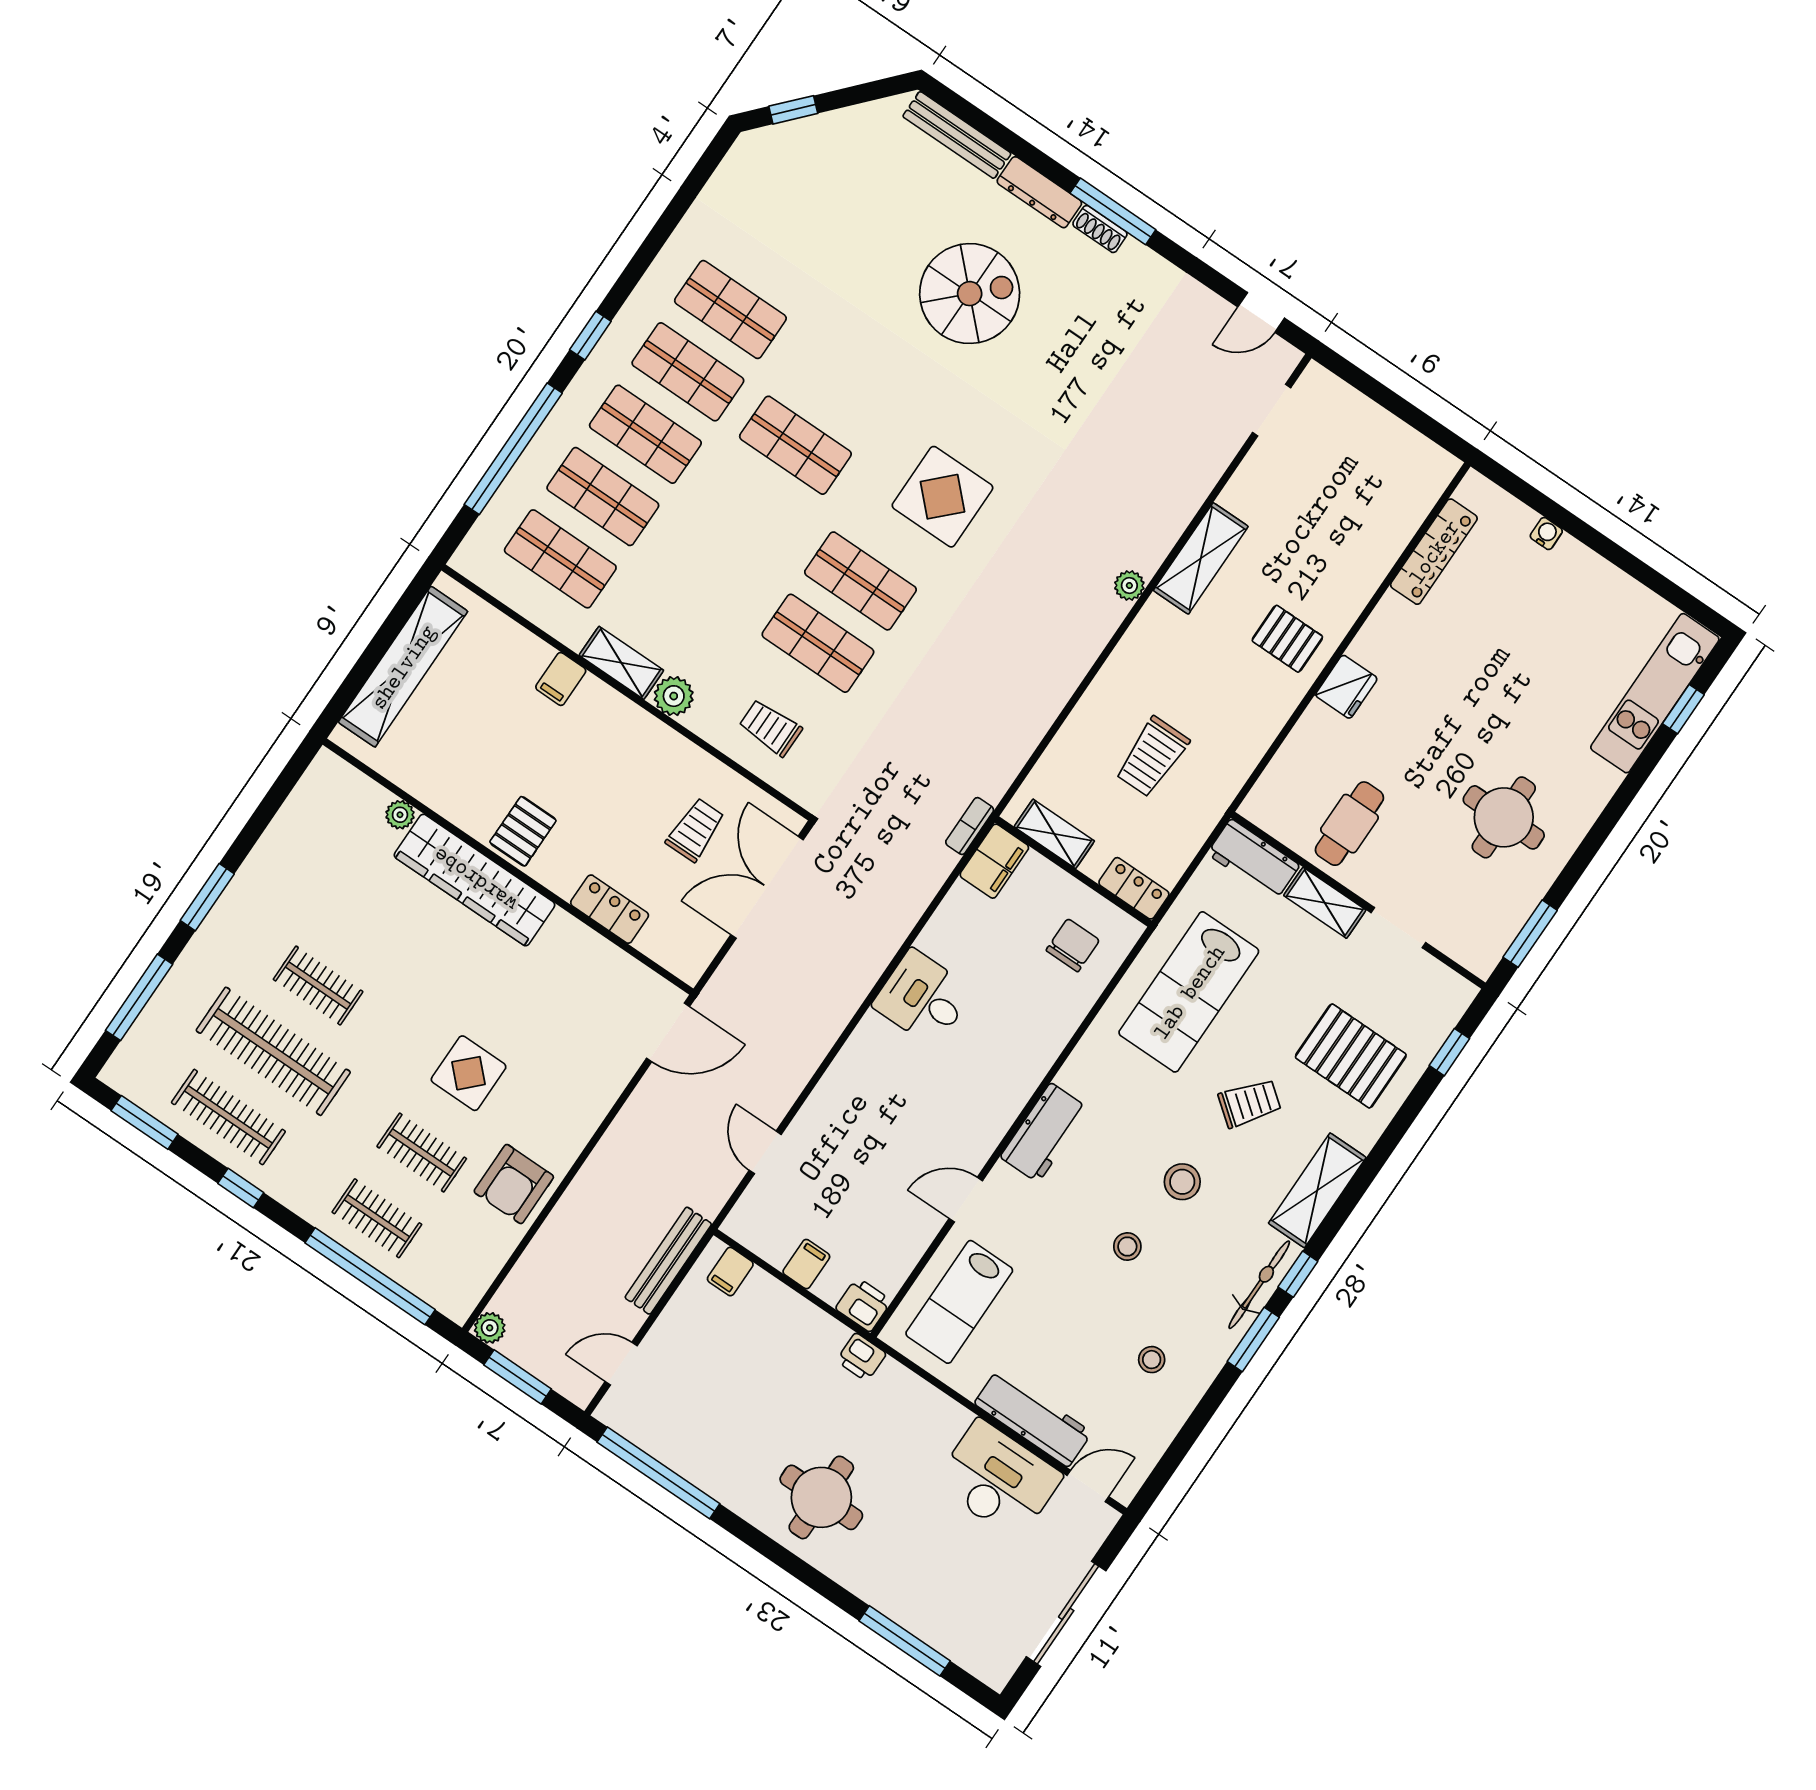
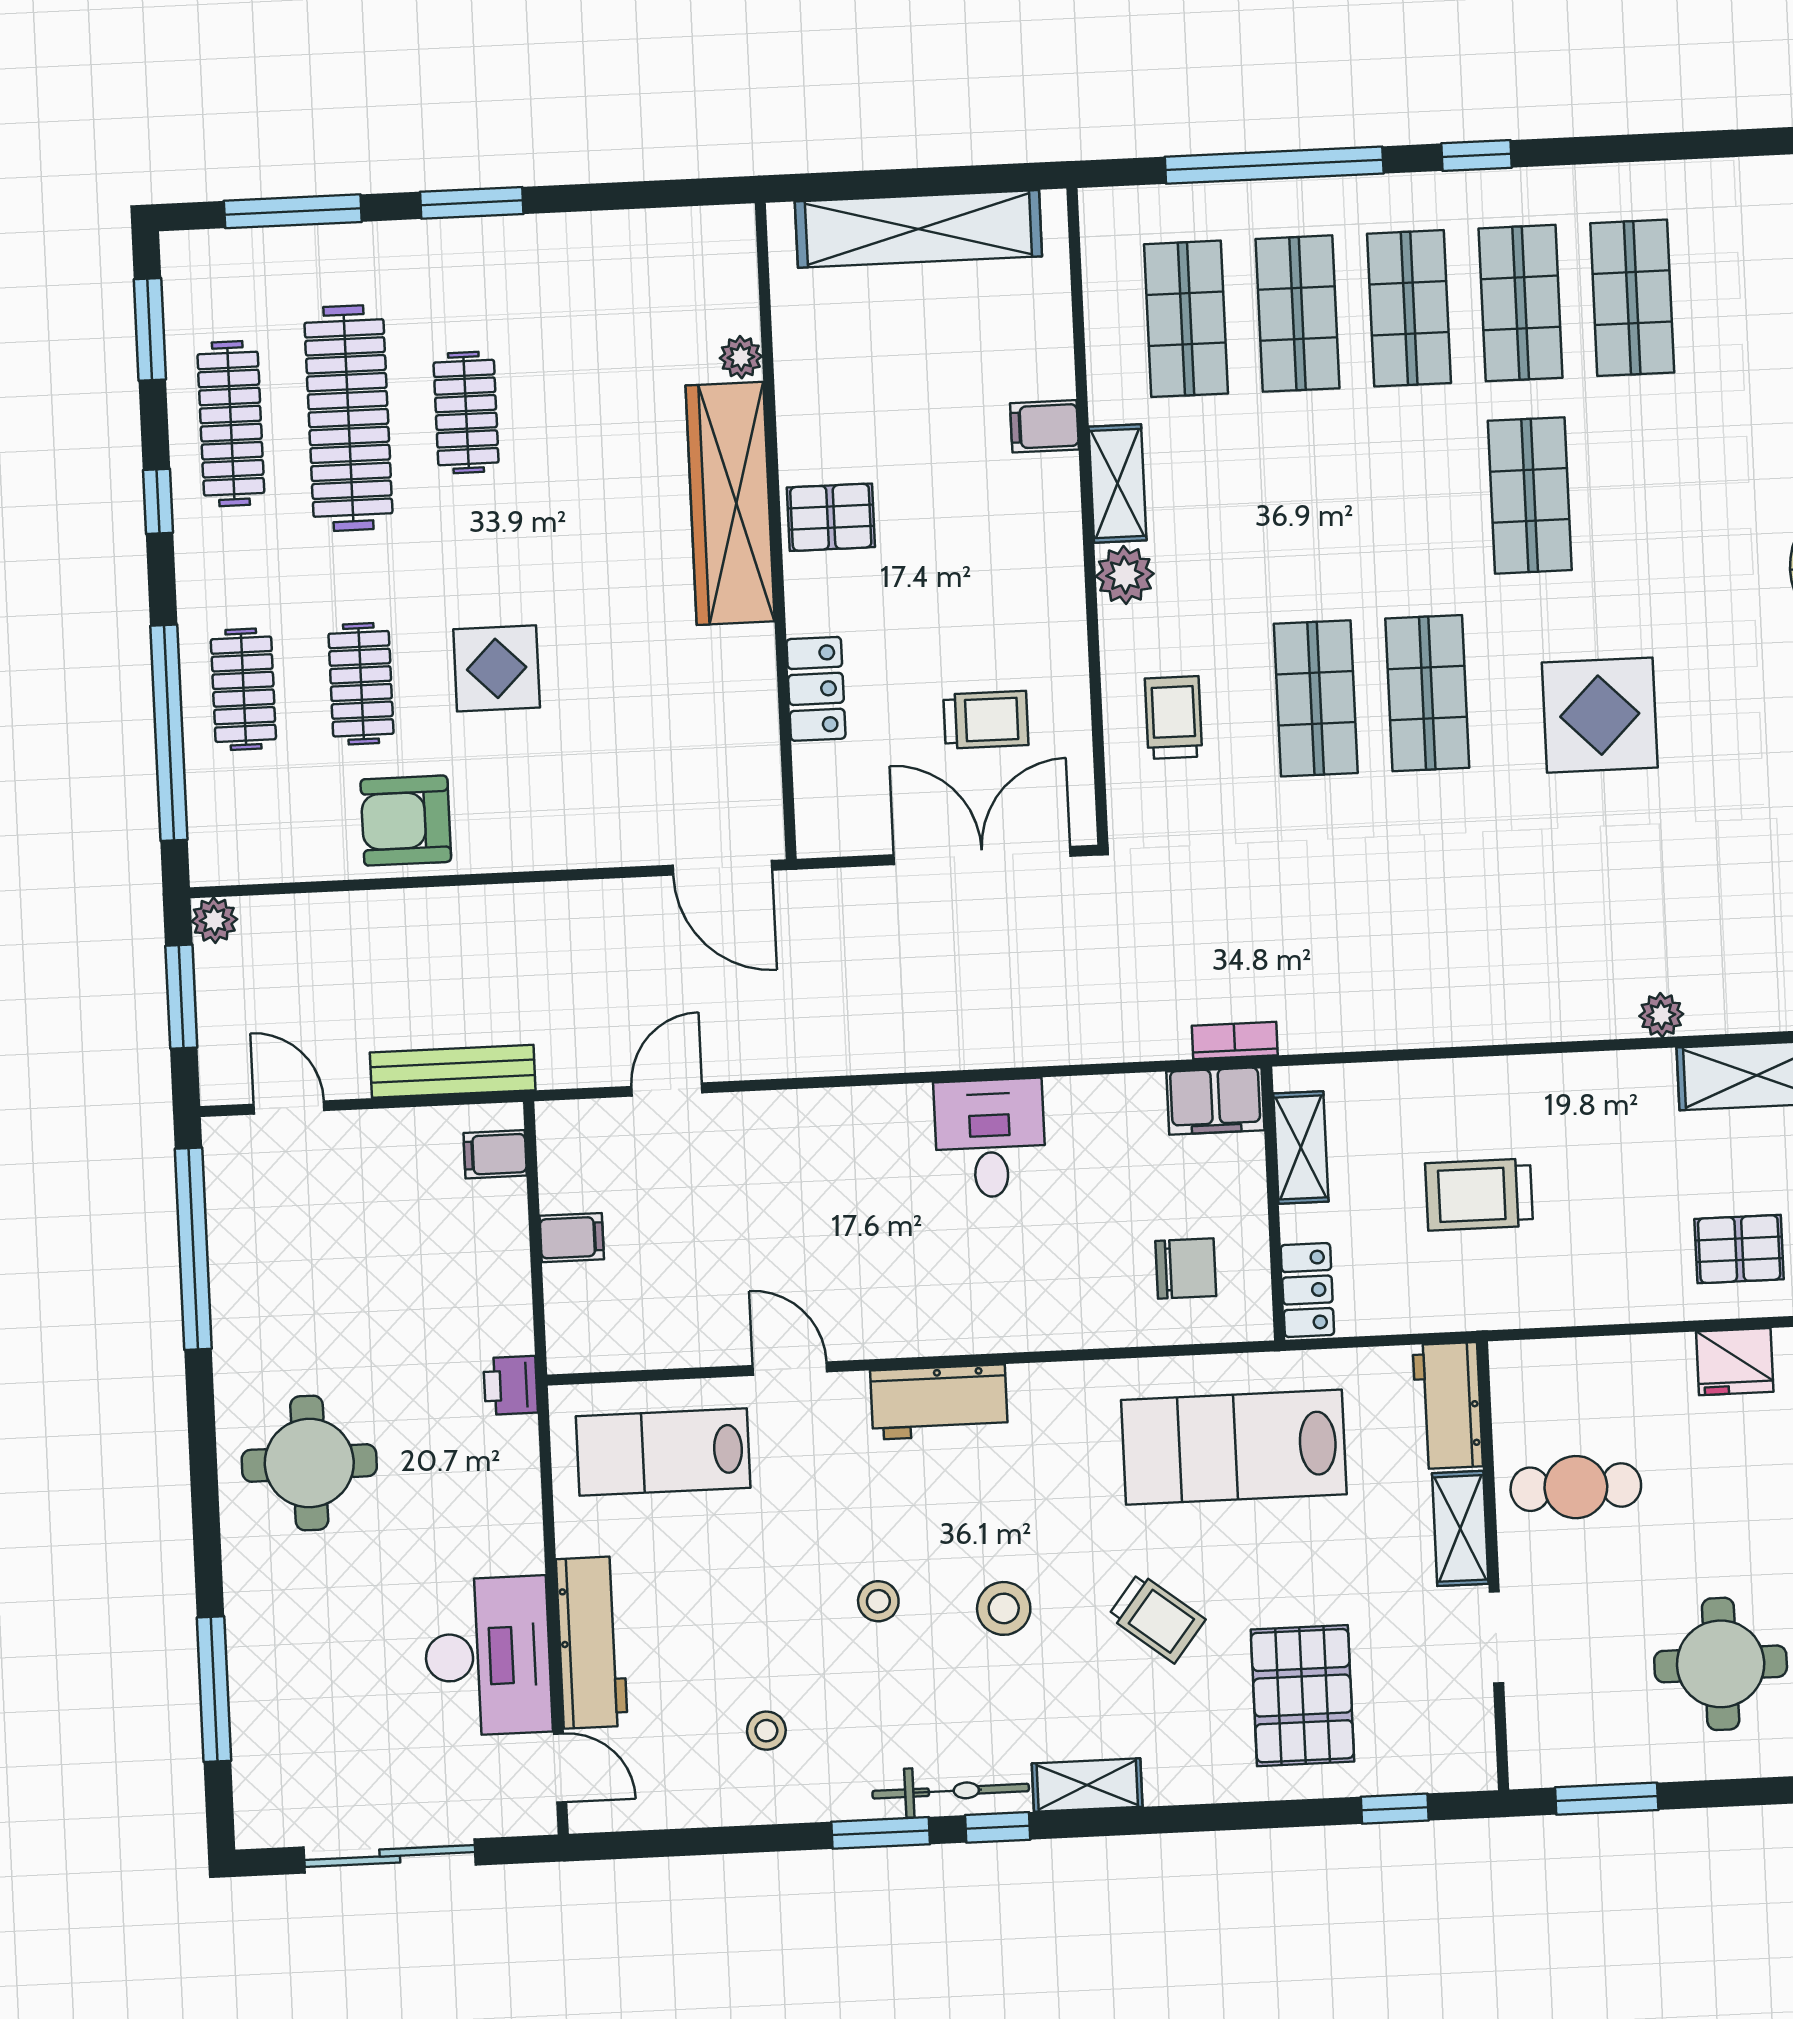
pallet: (1287, 639) -> (1739, 1249), turned 90
shelving: (1317, 1190) -> (1087, 1785), width x0.67, depth x0.75
printer: (864, 1305) -> (575, 1341), removed

